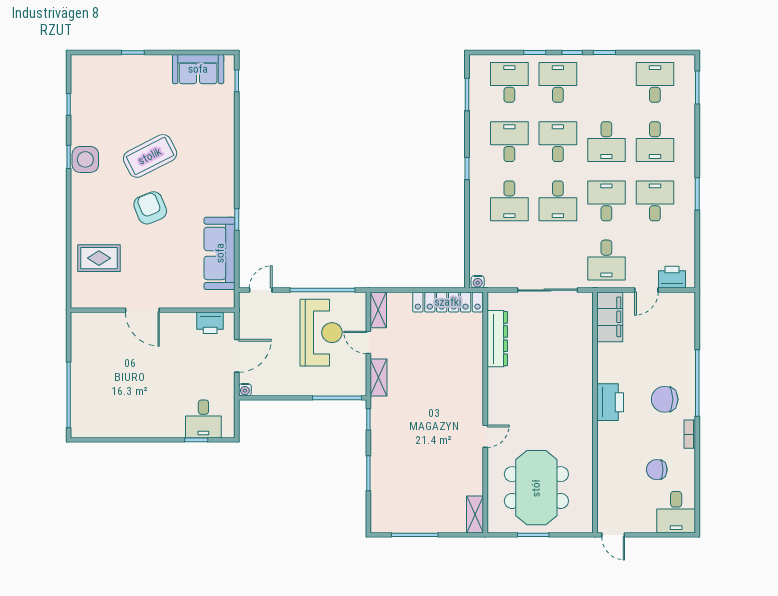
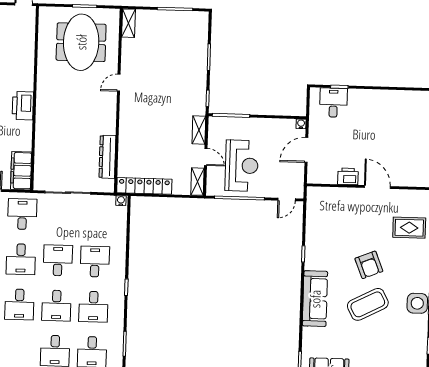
desk: (606, 142) -> (19, 304), turned 180
sofa: (220, 253) -> (315, 299), moved
printer: (210, 323) -> (348, 176), moved
reception desk: (321, 333) -> (242, 166), turned 180

